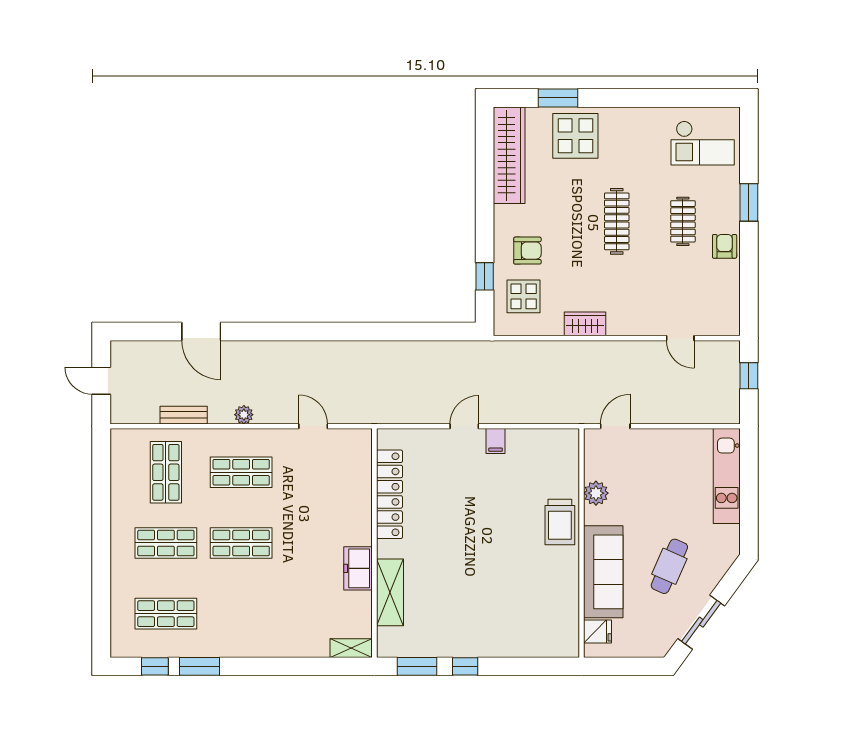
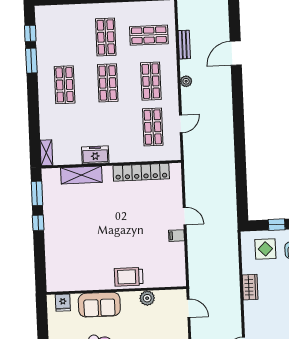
shop shelf: (316, 472) -> (153, 127), added
sofa: (603, 572) -> (99, 305), width x0.73
shop shelf: (166, 614) -> (65, 85), moved

